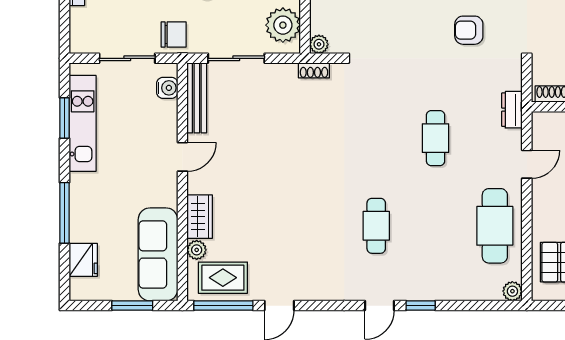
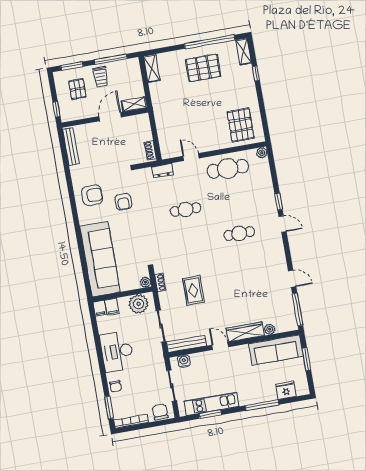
chair: (174, 34) -> (160, 412), moved
wardrobe: (200, 217) -> (245, 332), width x1.50
rug: (223, 278) -> (193, 290), moved

